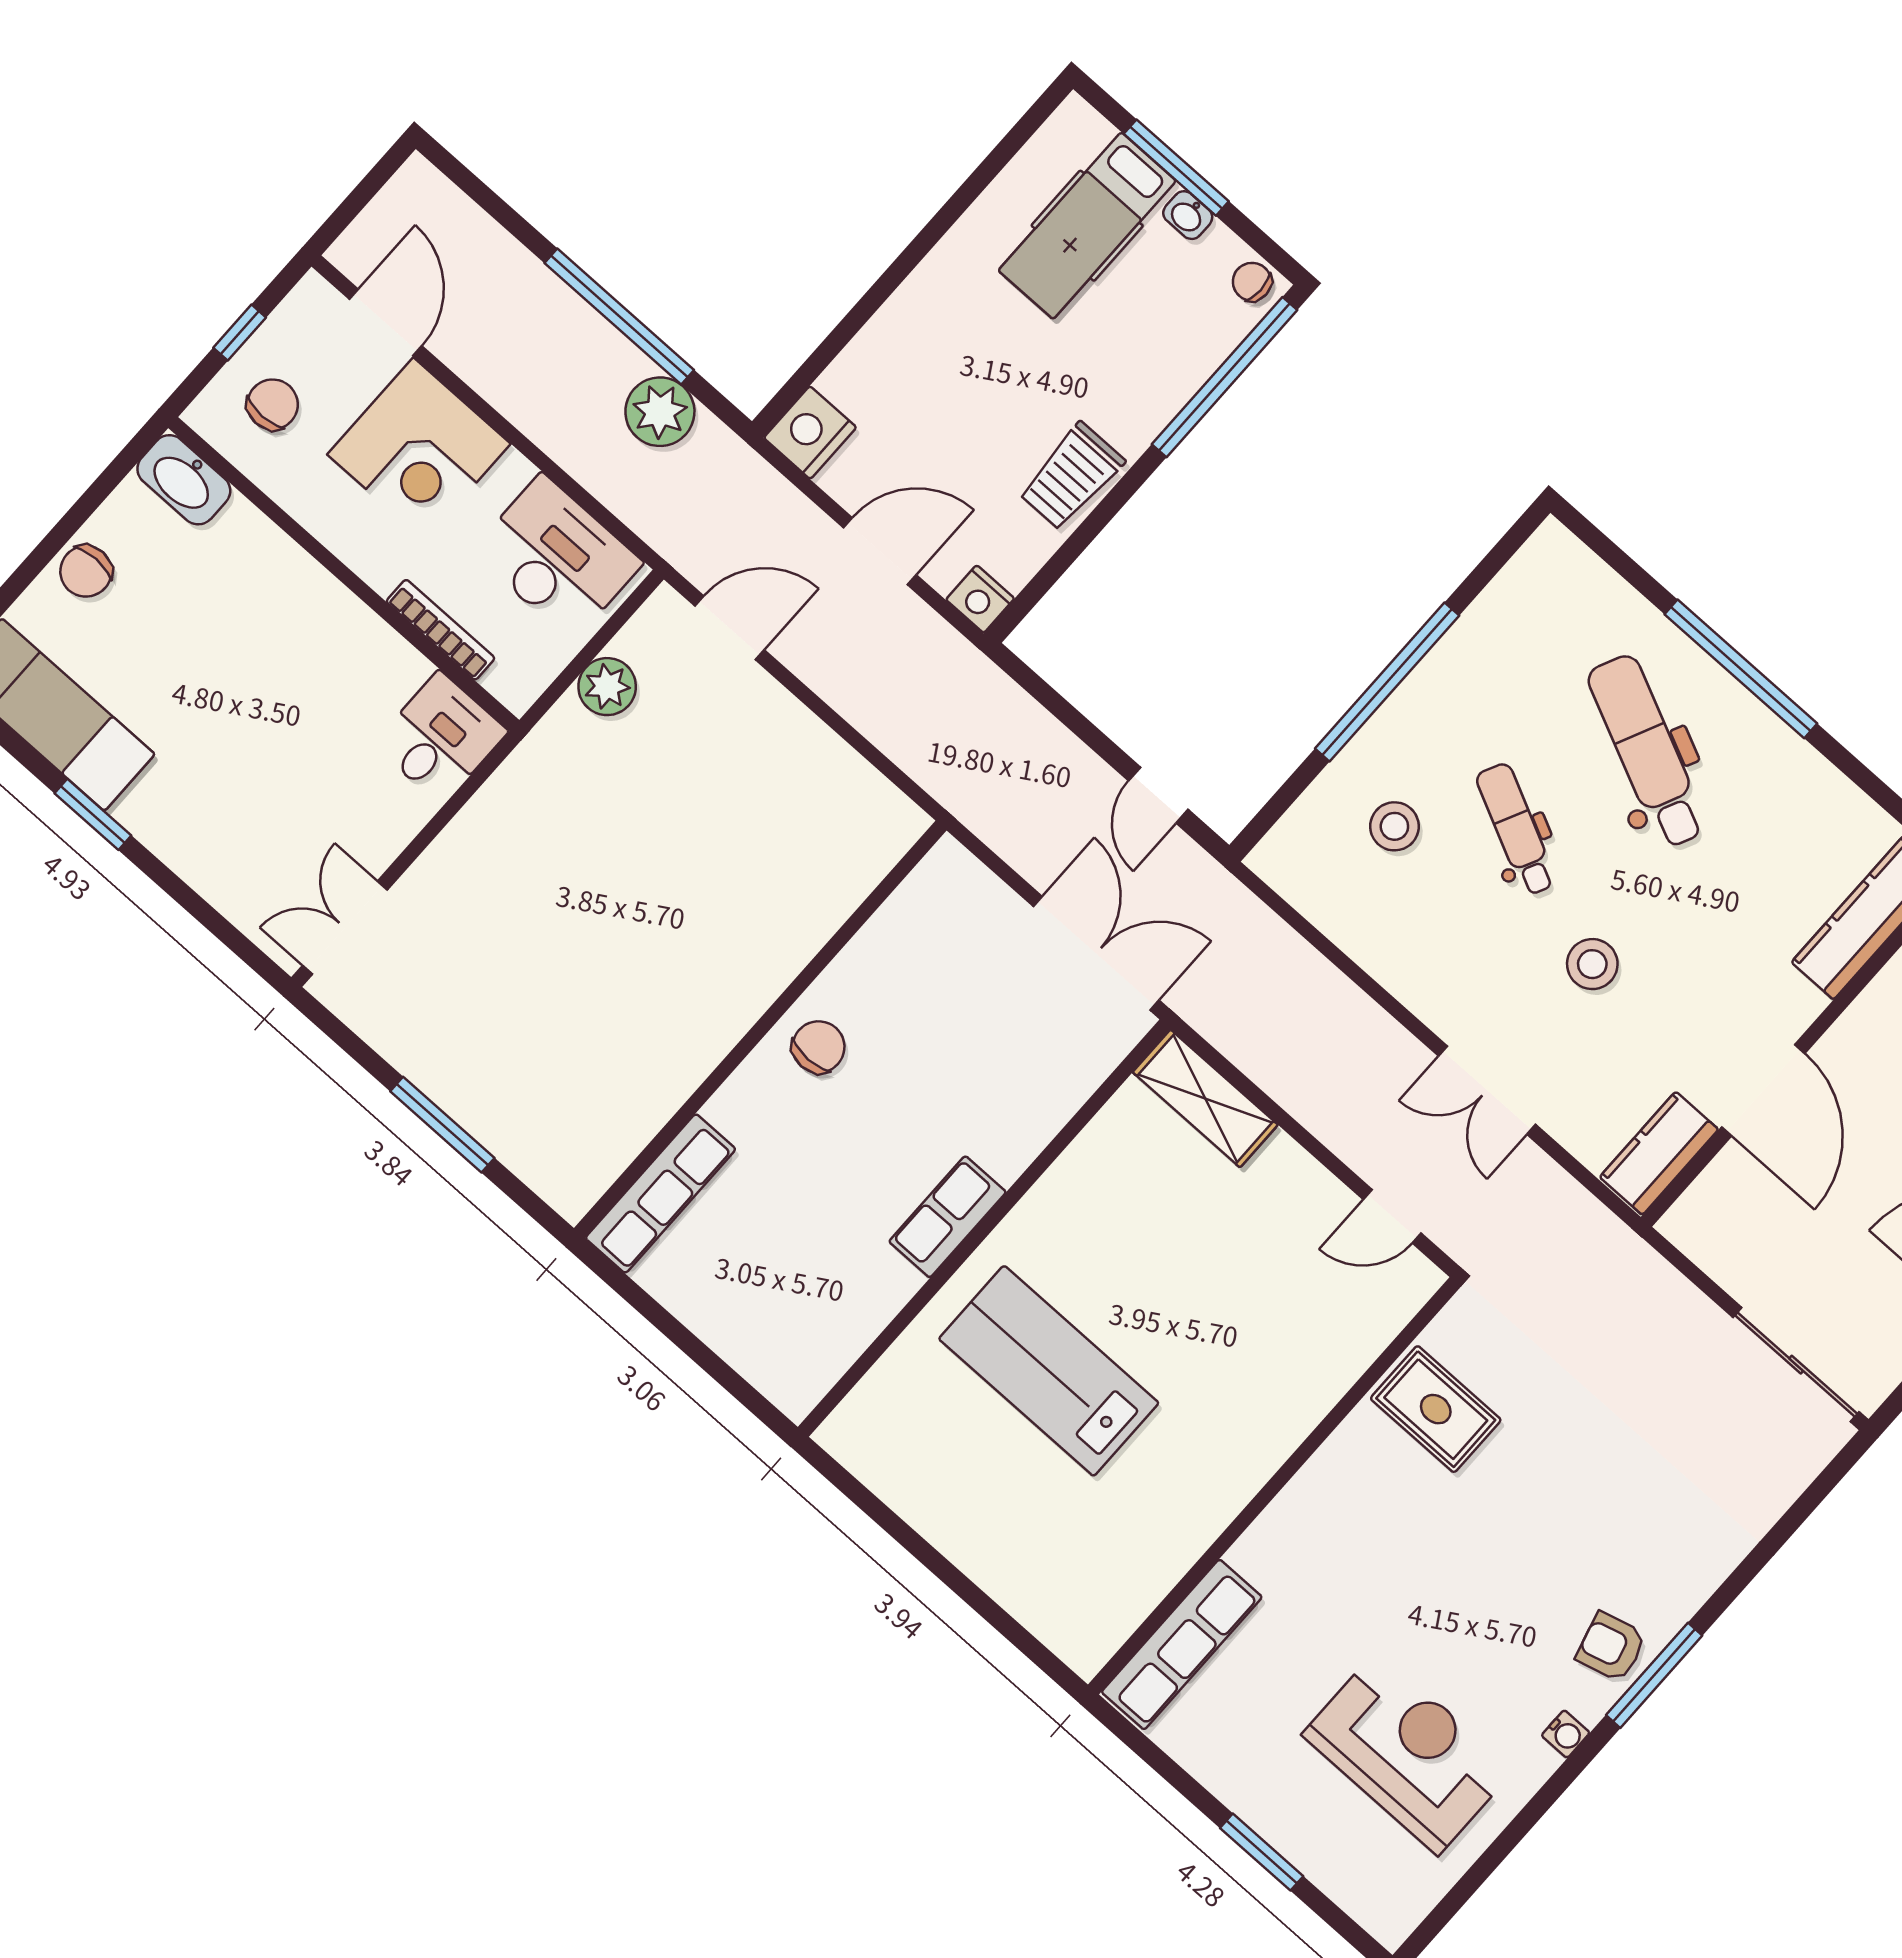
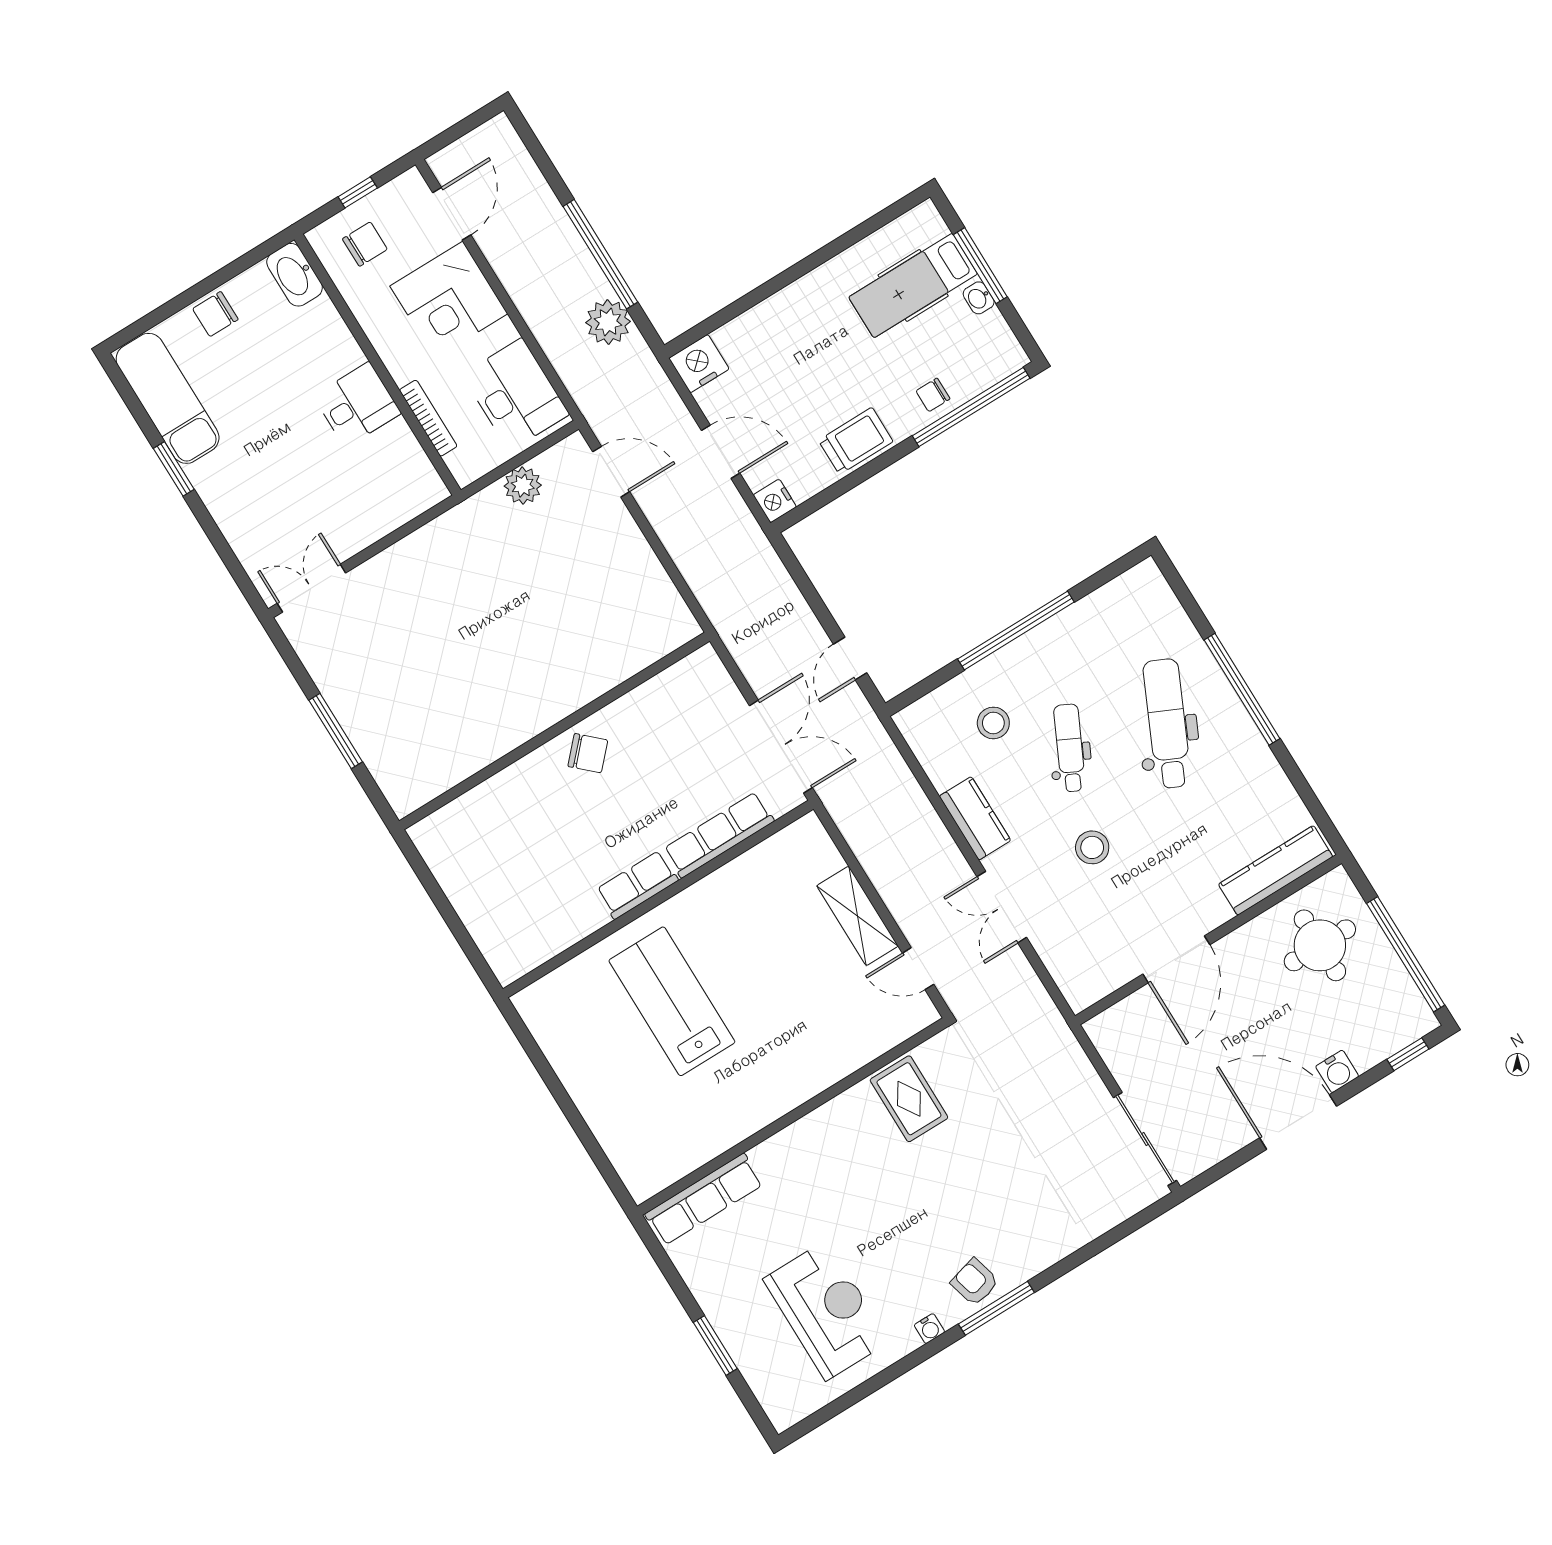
chair: (1252, 282) -> (933, 395), moved, turned -90
trolley: (1071, 476) -> (856, 441), turned 180
desk: (440, 738) -> (357, 405), moved
chair: (818, 1047) -> (588, 753), turned 43
shelving: (1205, 1098) -> (857, 916), moved
kitchen counter: (1659, 1153) -> (975, 818), moved, turned 90
row of seats: (660, 1193) -> (719, 835), moved, turned 180

